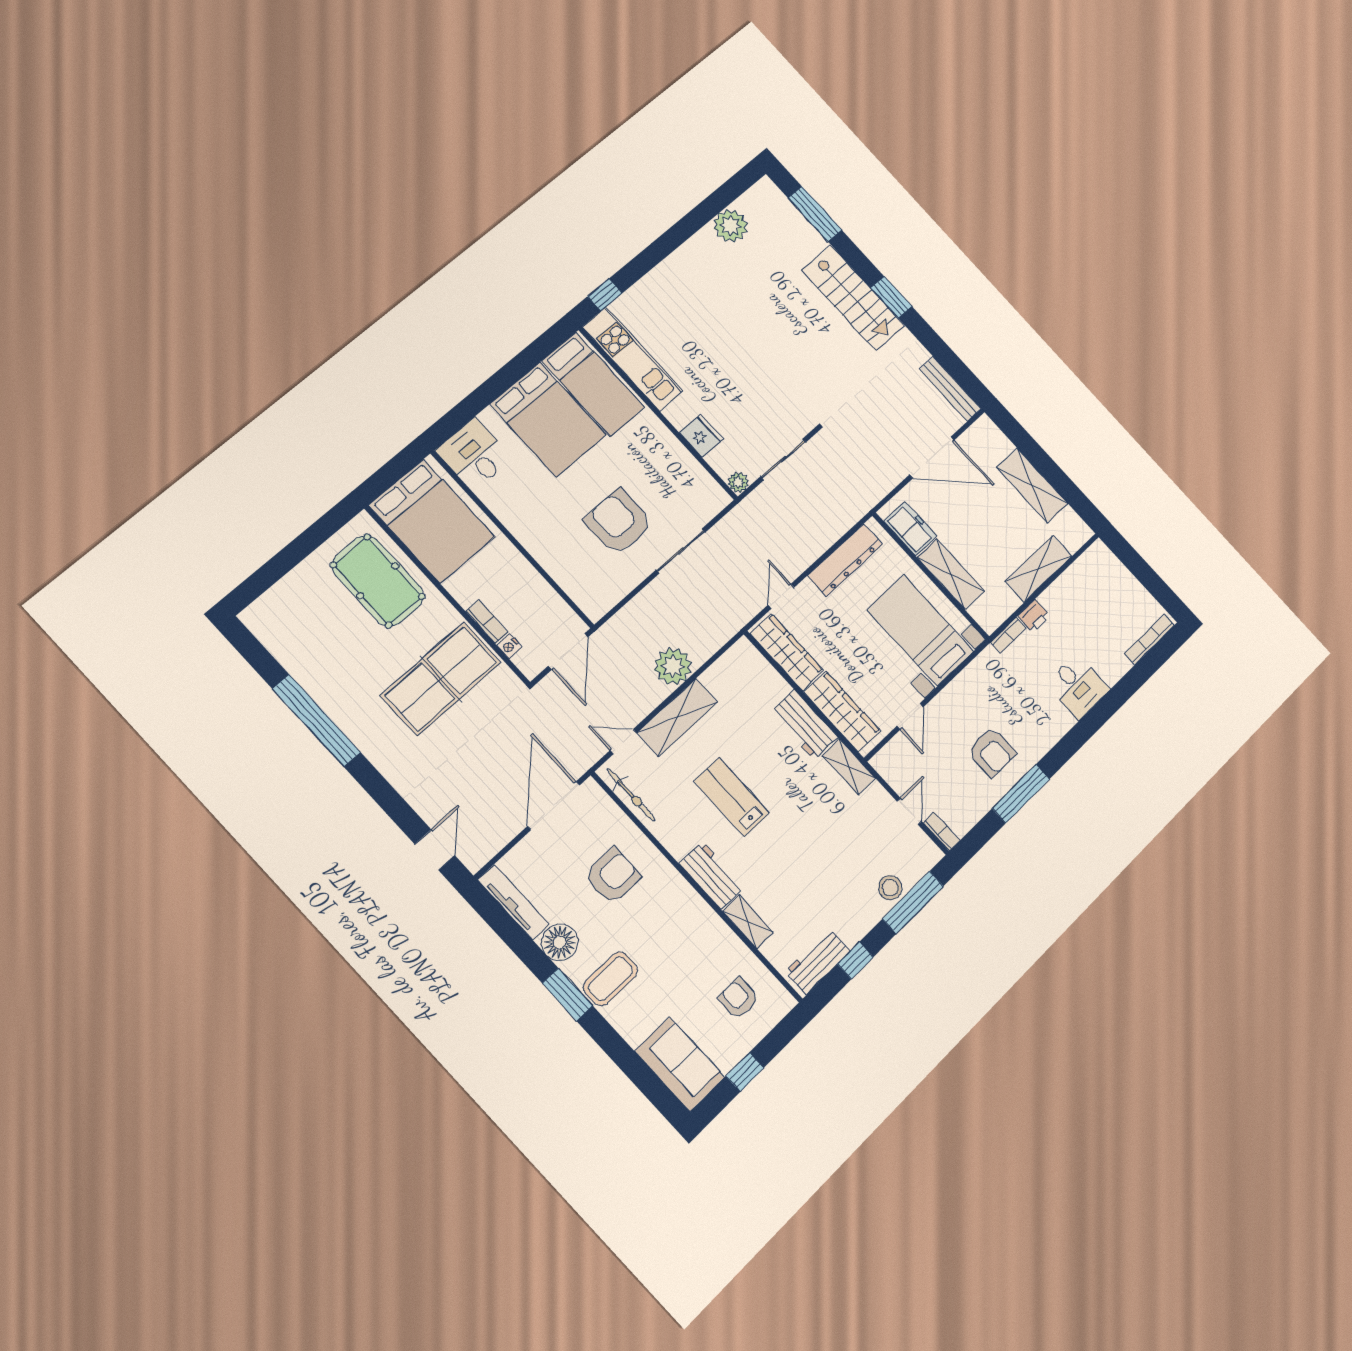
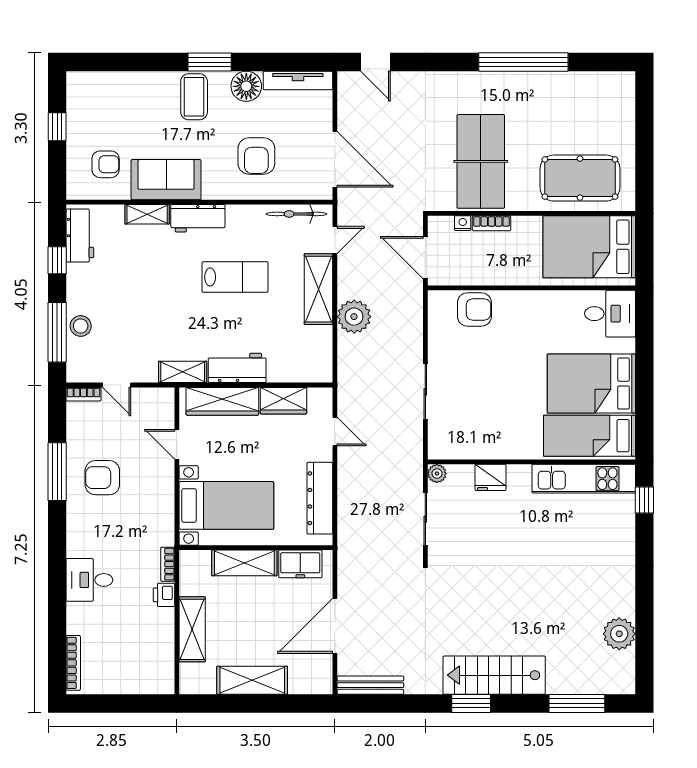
armchair: (618, 522) -> (474, 309), moved, width x0.73, depth x0.73
wardrobe: (787, 652) -> (283, 401), width x0.67
sofa: (680, 1064) -> (166, 180), moved, turned 180

